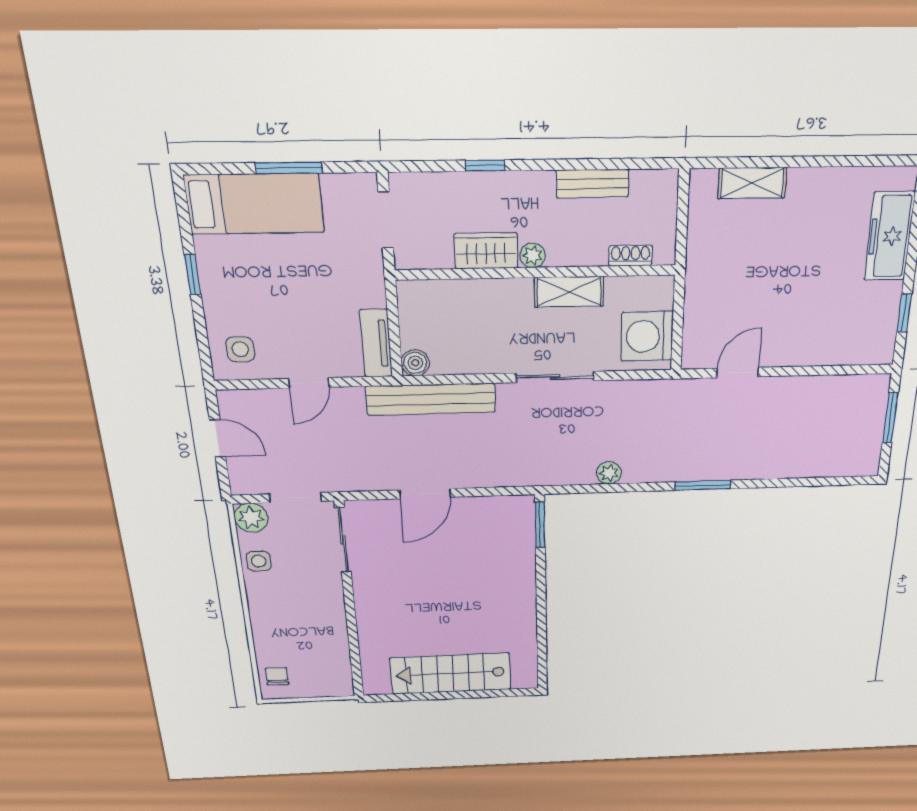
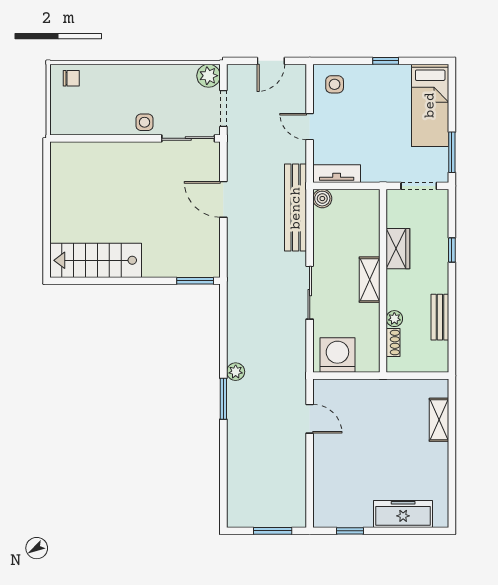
window: (289, 168) -> (452, 152), moved
plant: (533, 255) -> (394, 319), moved
shelving: (569, 292) -> (370, 280), moved
plant: (609, 473) -> (236, 372), moved
side table: (259, 561) -> (144, 122), moved
stairs: (451, 674) -> (96, 260), moved, turned -90

